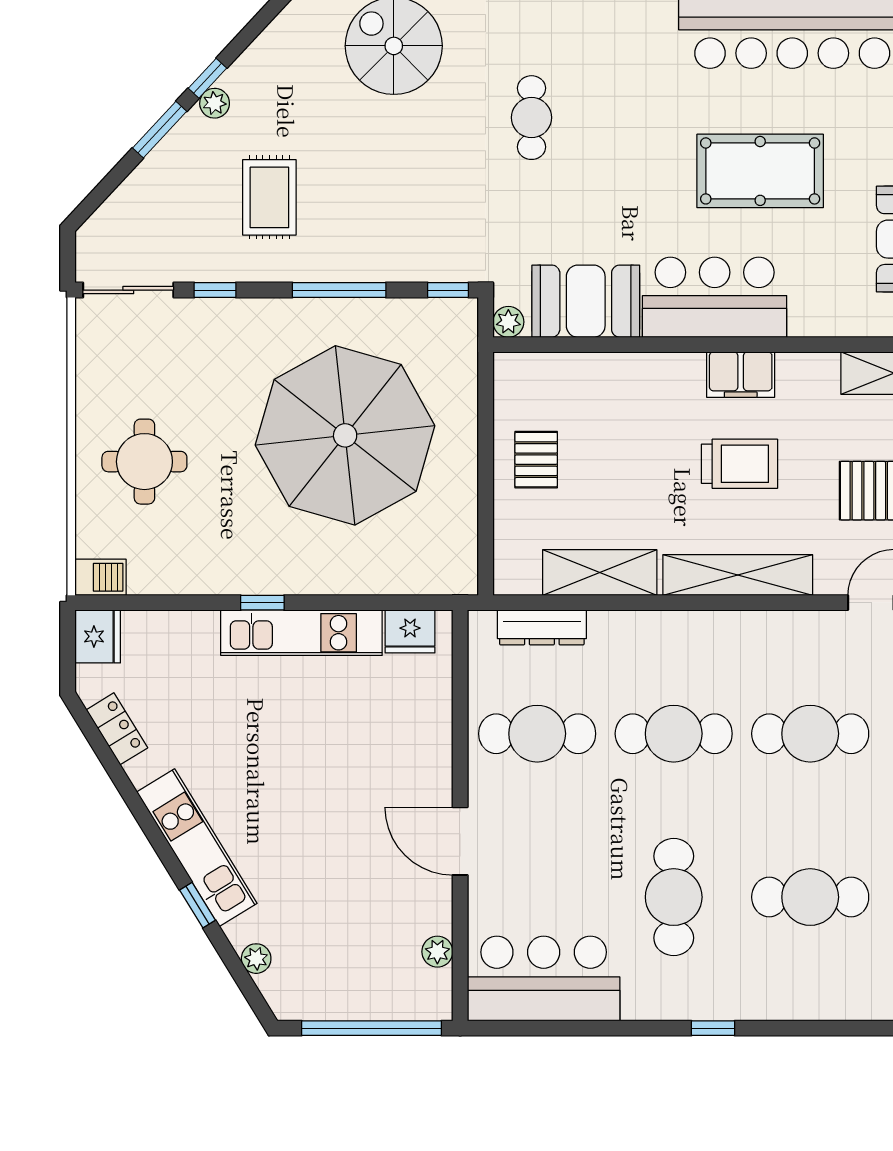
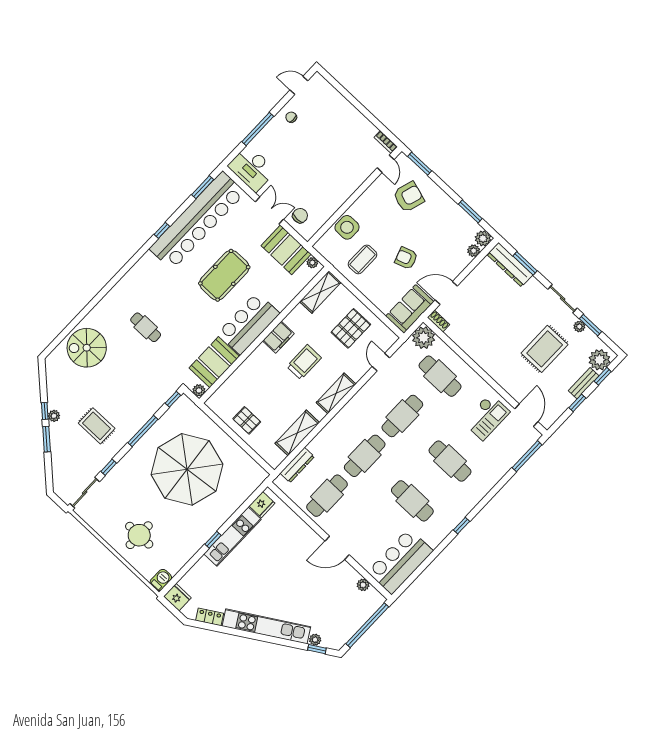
shelving: (738, 575) -> (336, 393), width x0.68
kitchen unit: (197, 848) -> (266, 626), width x1.36
cafe table: (810, 897) -> (450, 461), turned 90
window: (197, 905) -> (317, 649), moved

